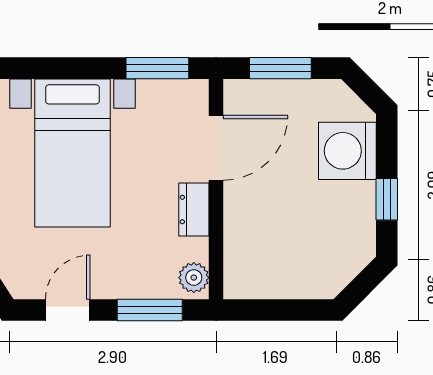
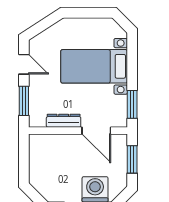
dresser: (194, 210) -> (64, 121), width x1.44
plant: (194, 278) -> (38, 121), removed

